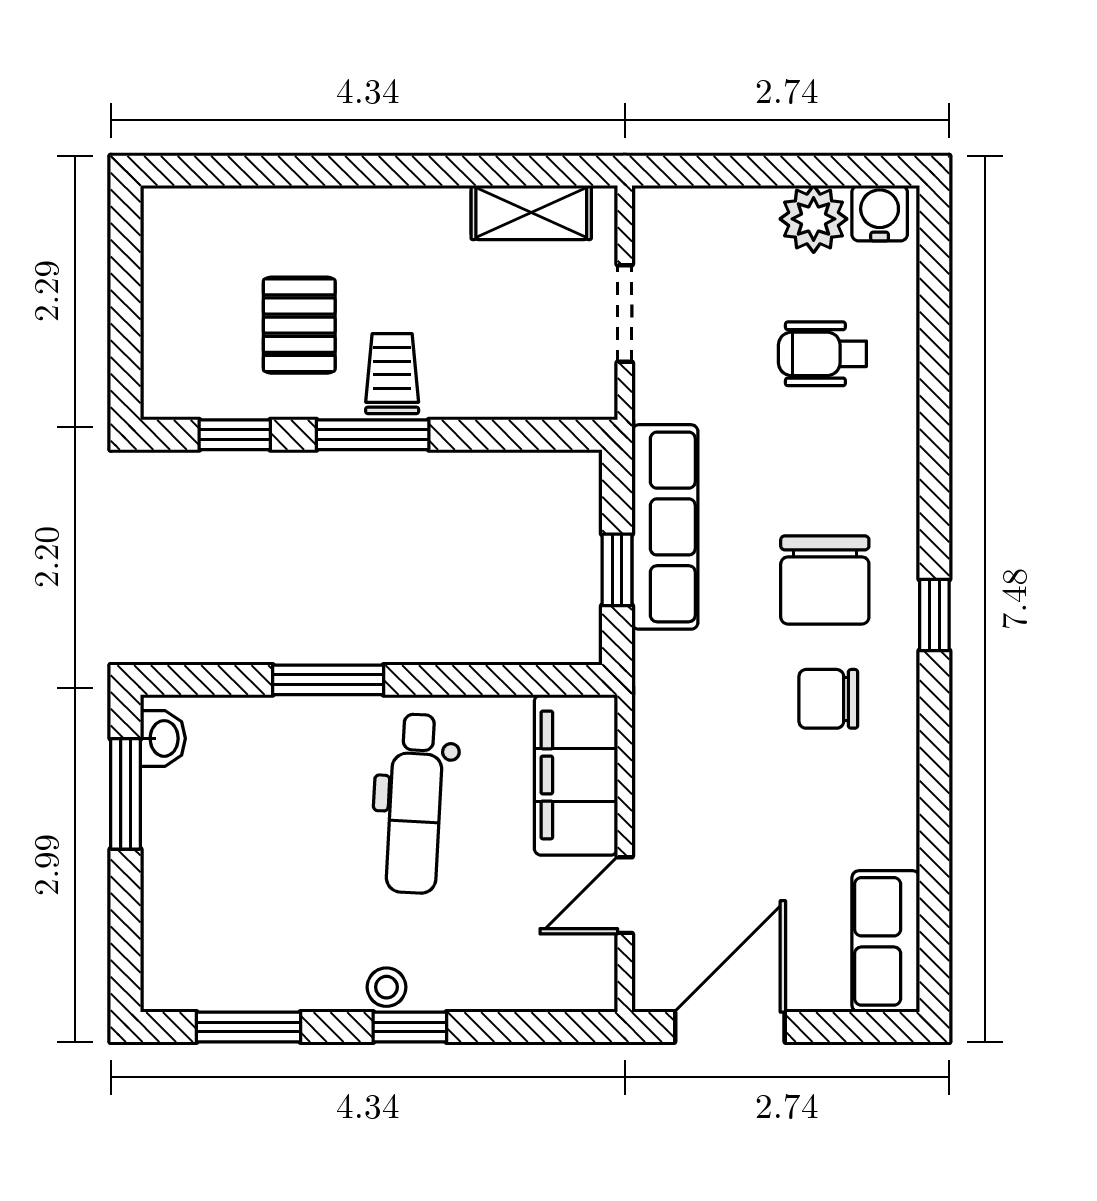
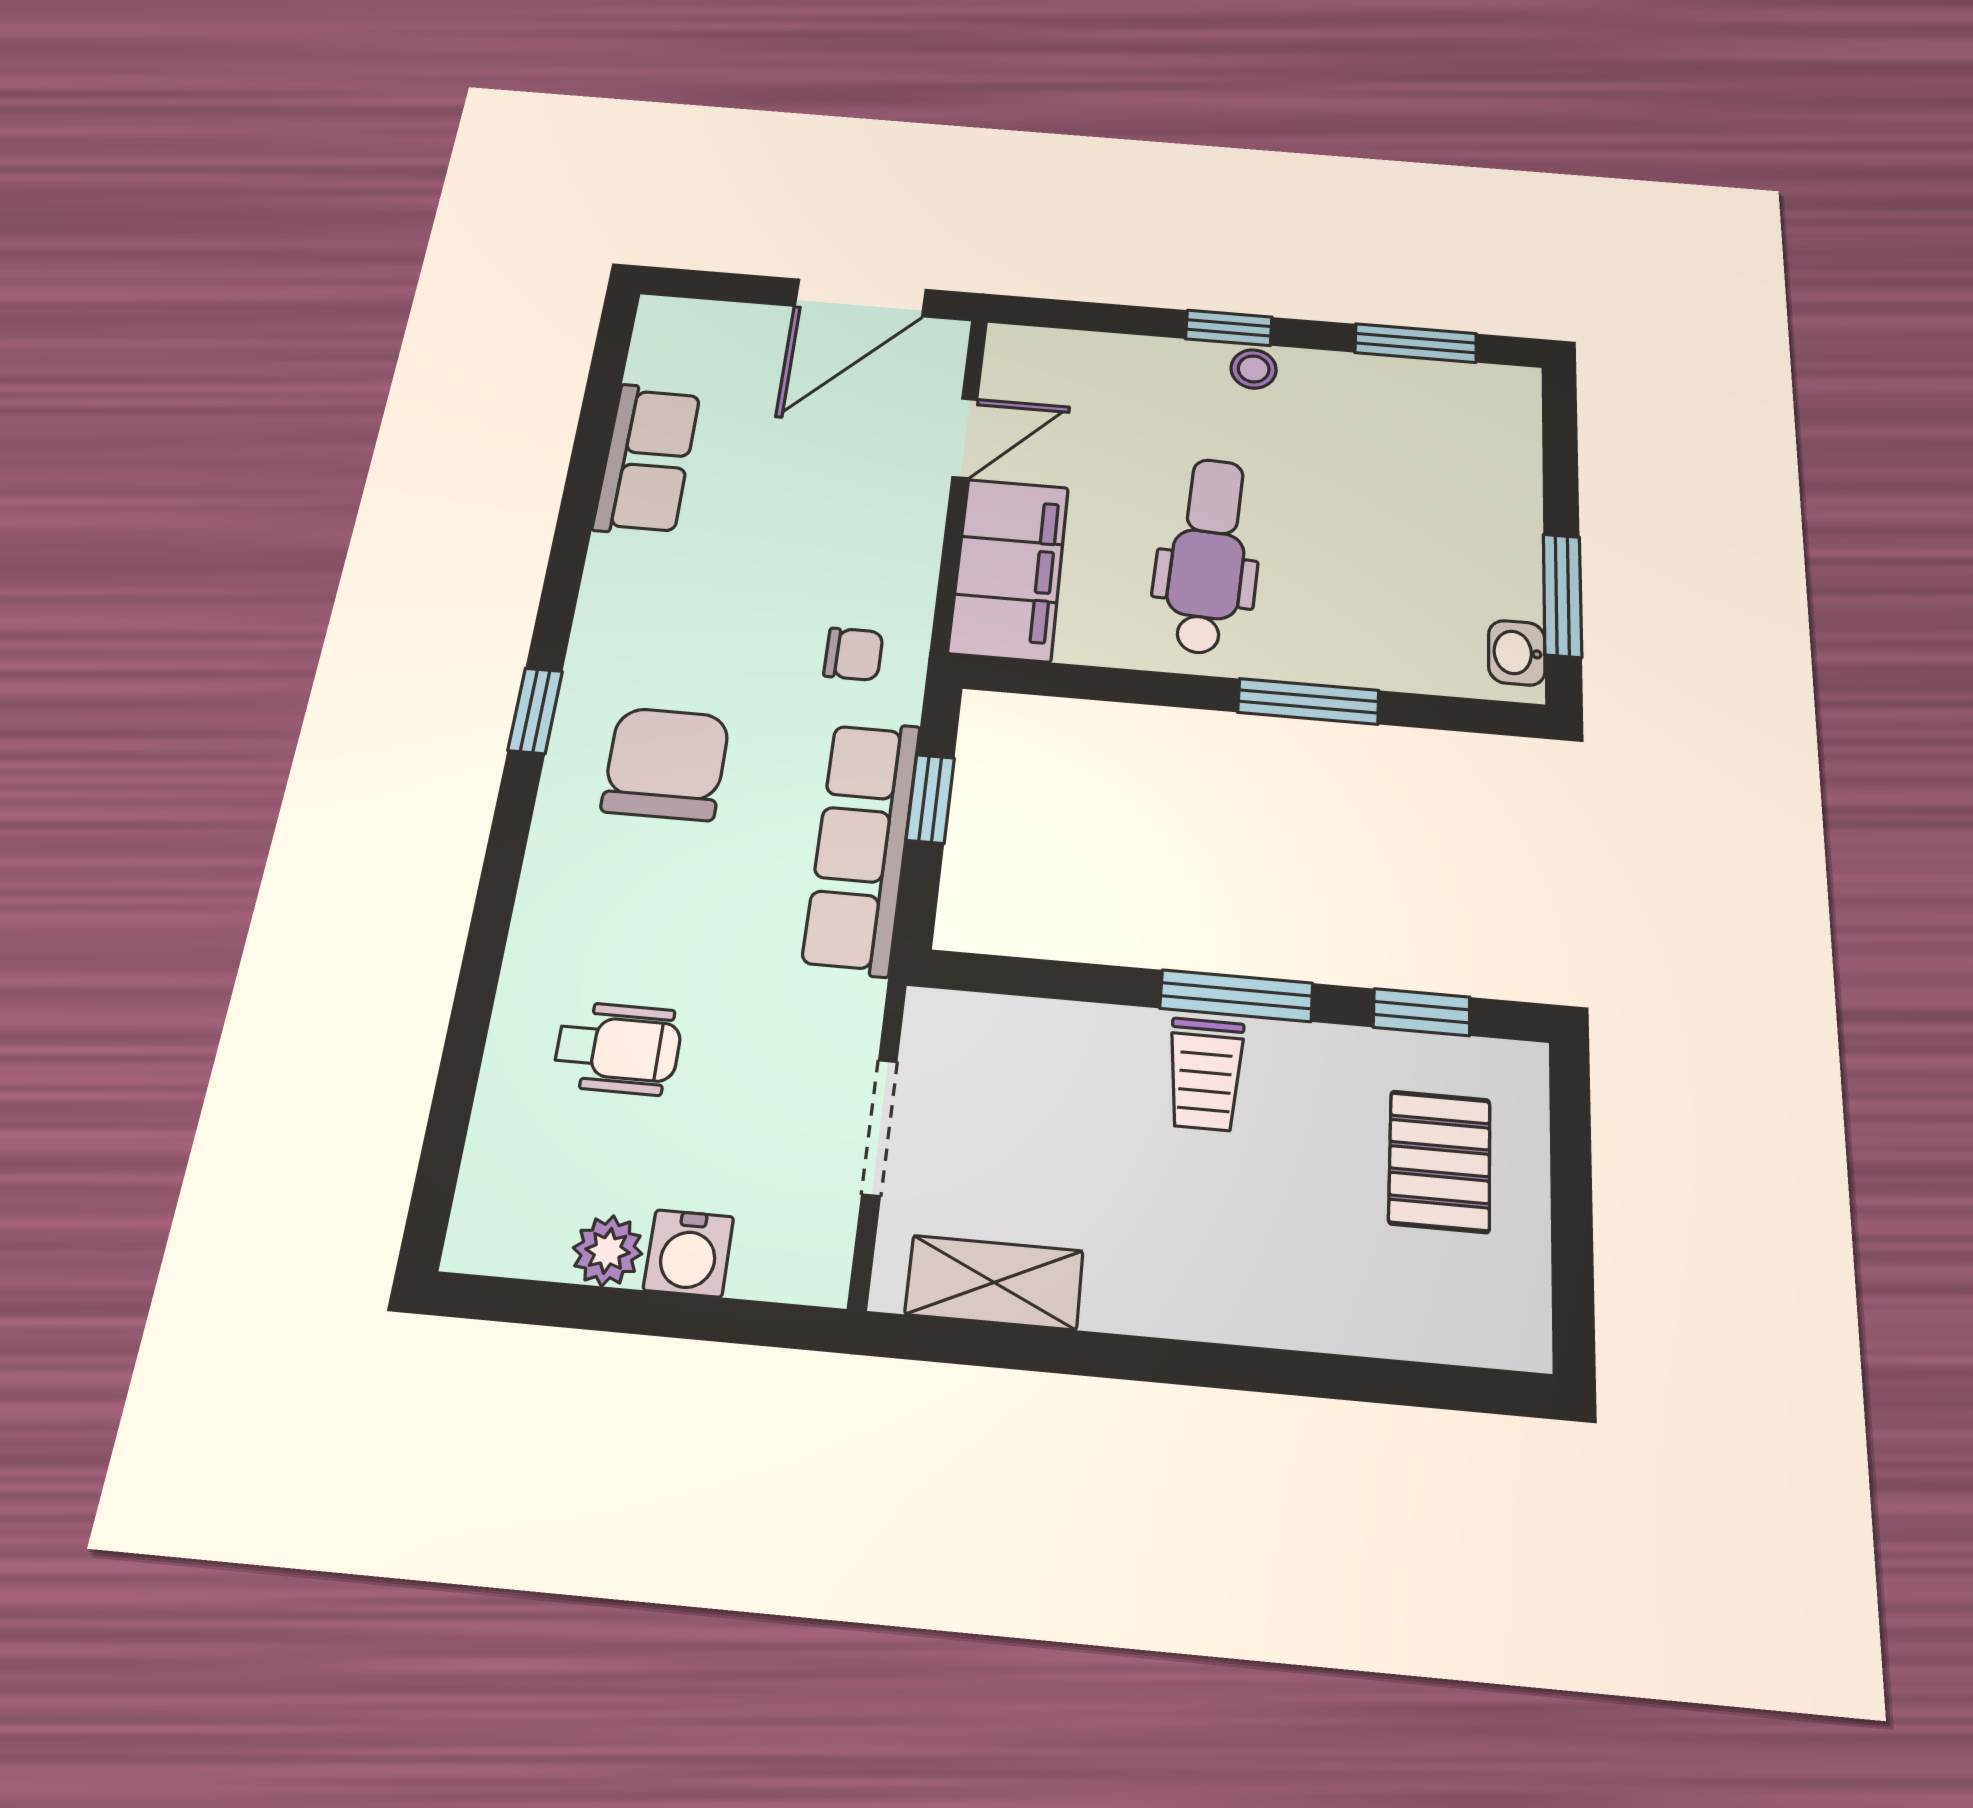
water cooler: (880, 213) -> (689, 1253), moved
plant: (814, 219) -> (608, 1251), width x0.73, depth x0.73
pallet: (299, 325) -> (1440, 1161), moved
chair: (828, 699) -> (853, 654), moved, width x0.73, depth x0.73
row of seats: (886, 941) -> (647, 460), moved

